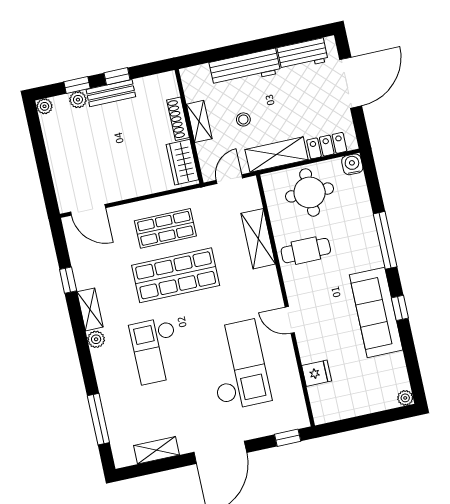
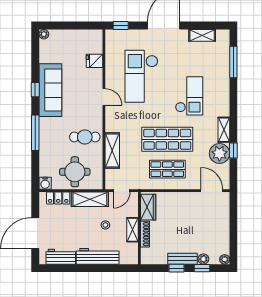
plant: (96, 339) -> (219, 153), moved, width x1.88, depth x1.88

